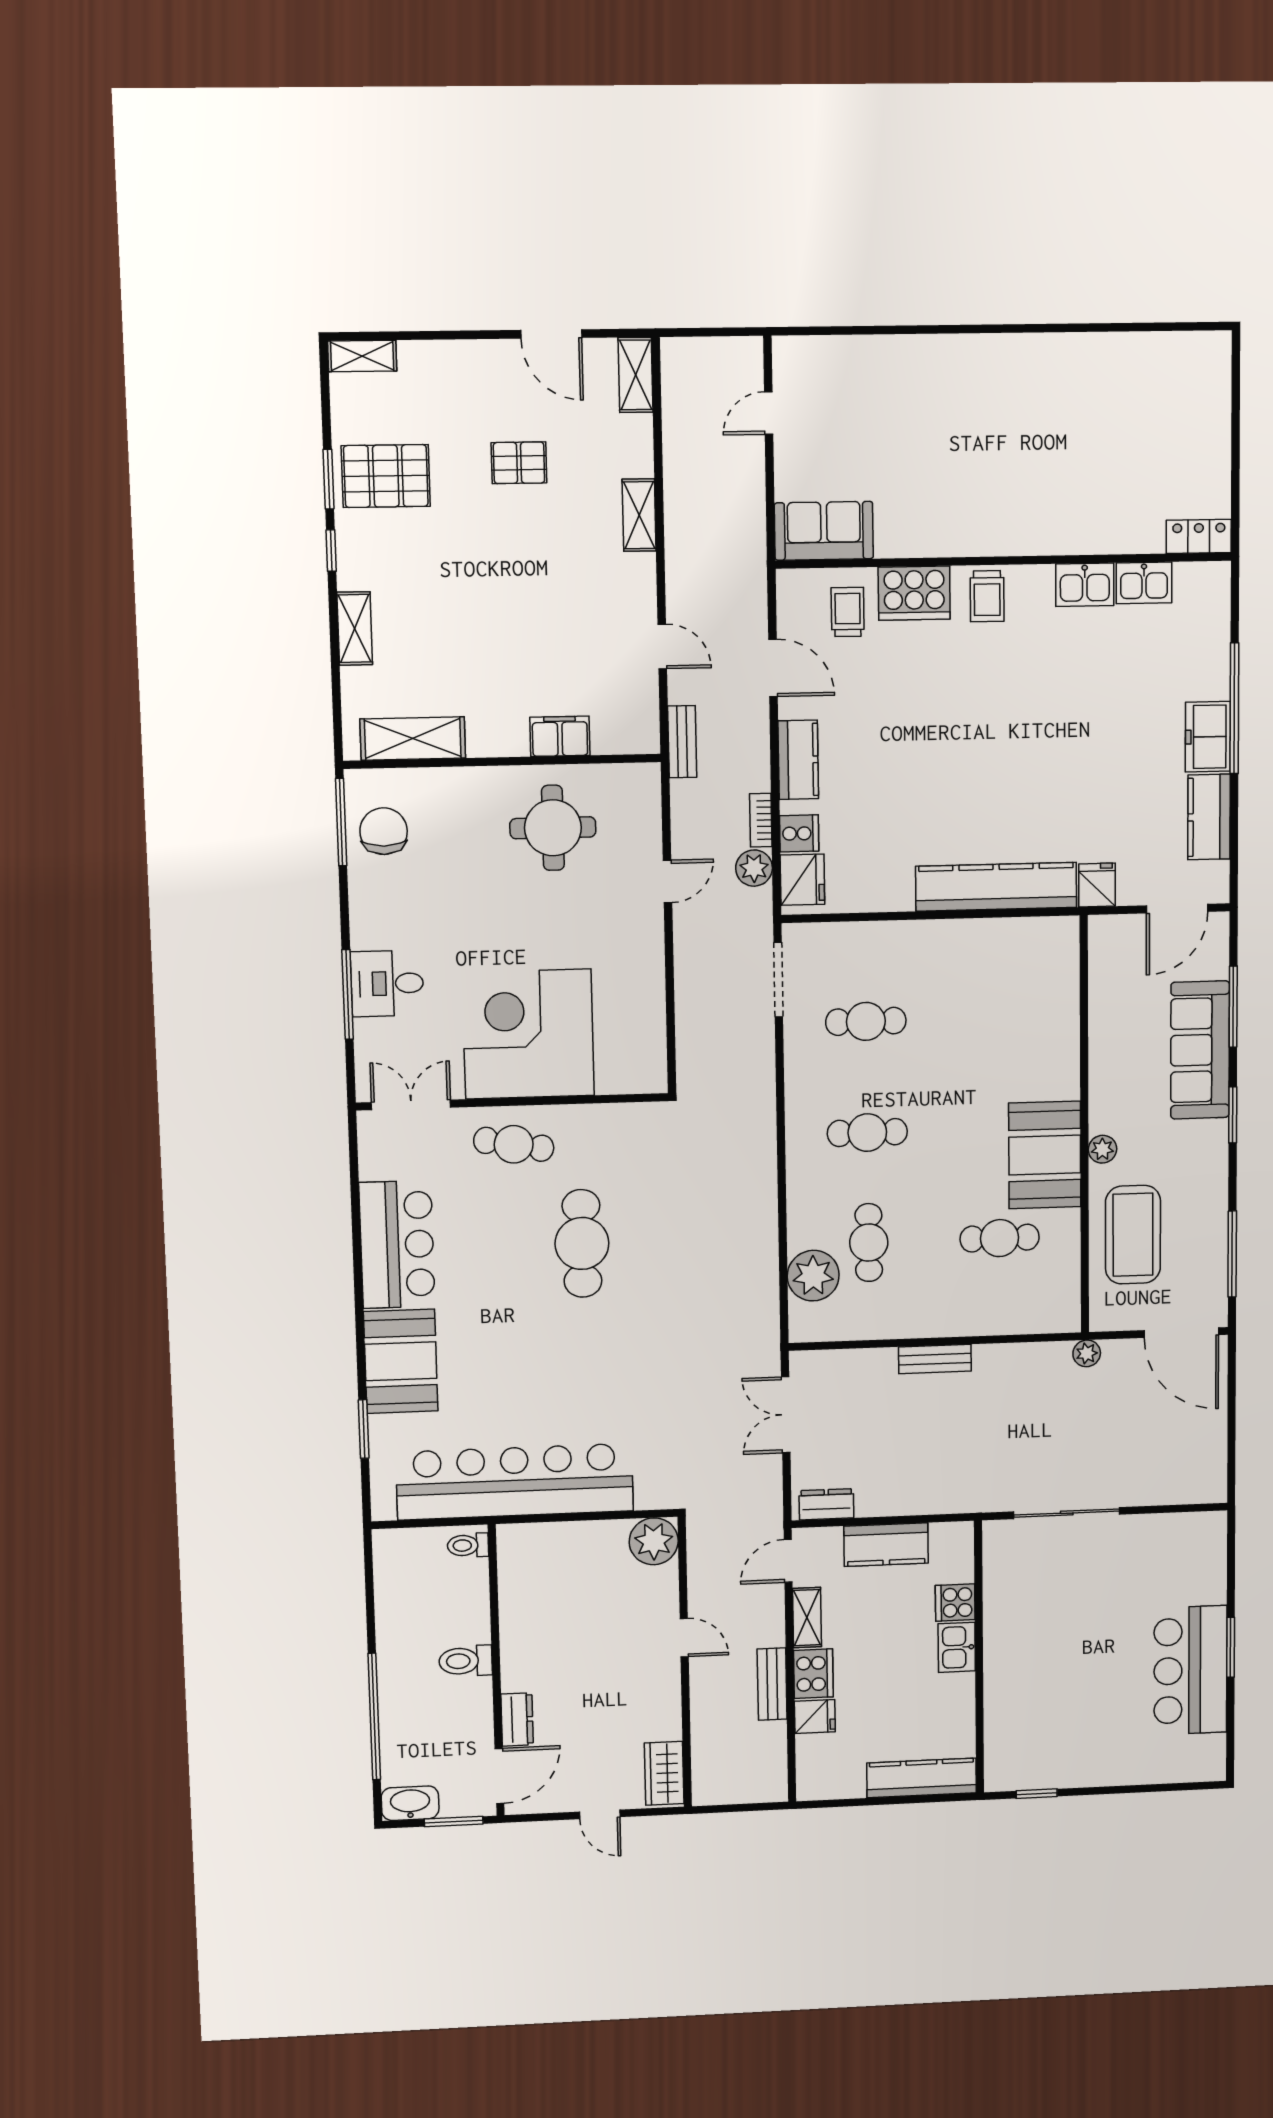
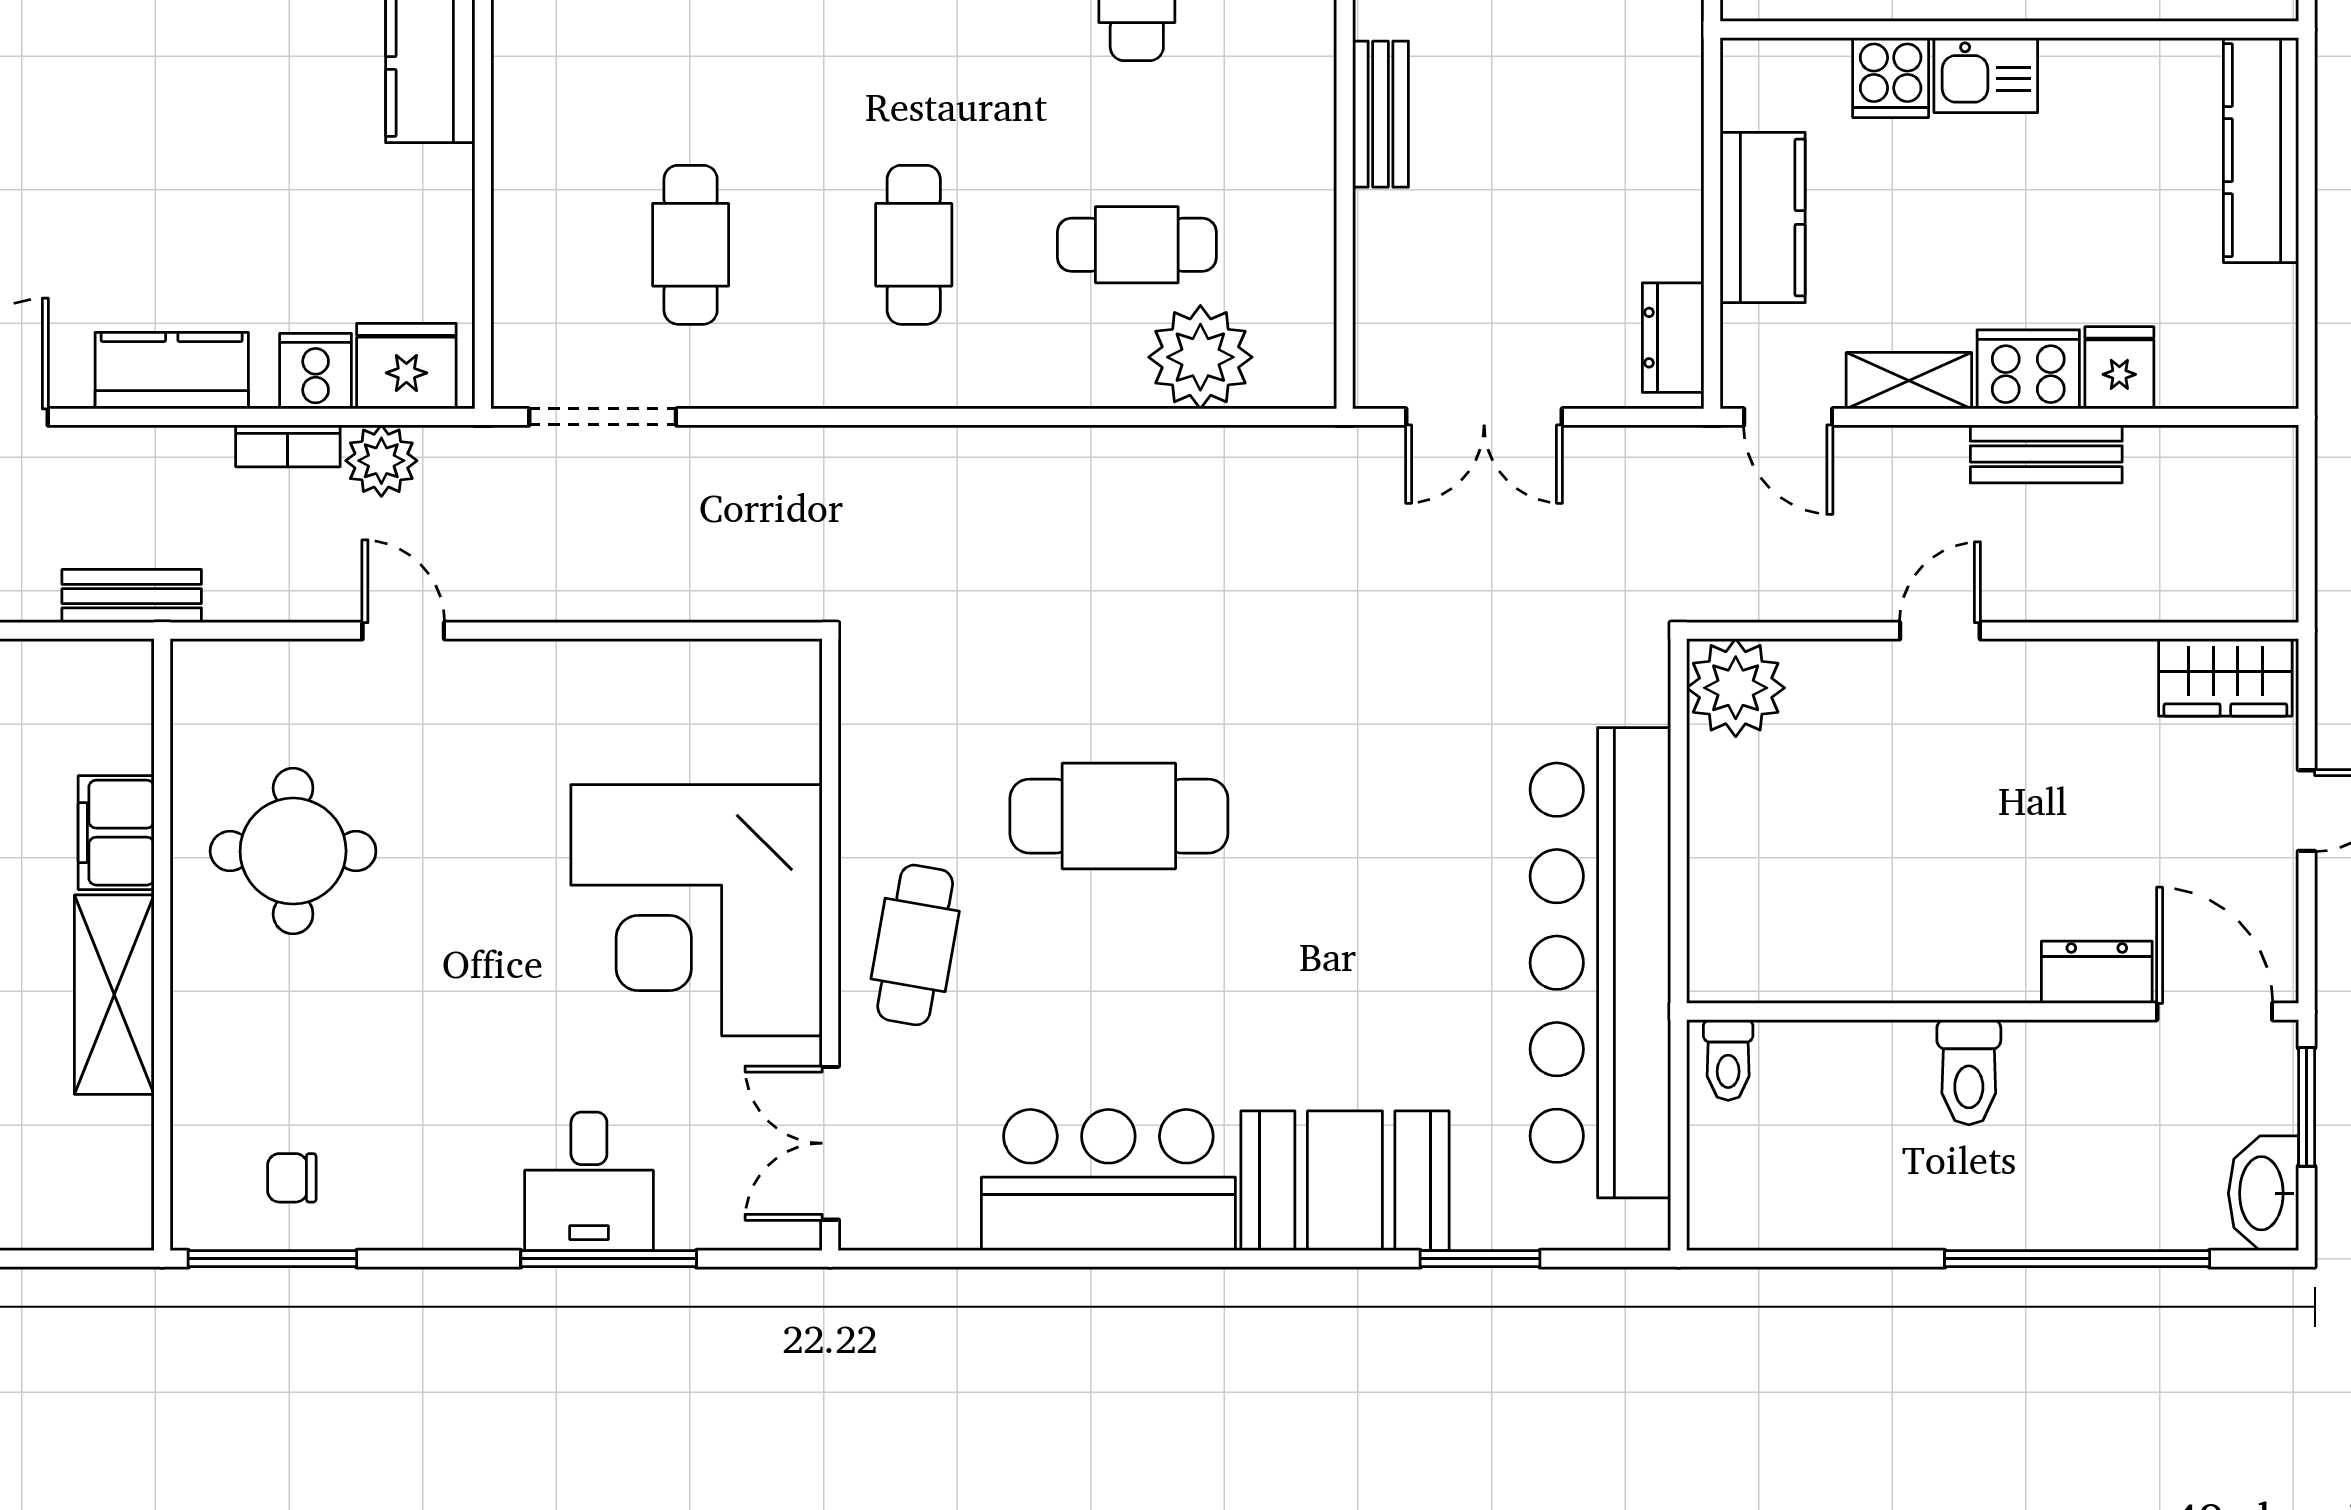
shelving: (413, 738) -> (114, 995), moved
chair: (384, 831) -> (292, 1178), width x0.54, depth x0.54

